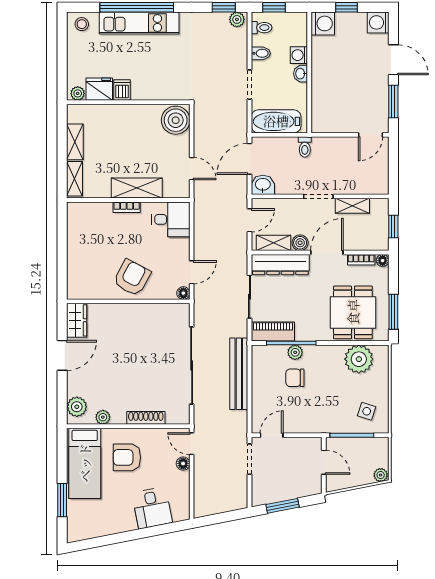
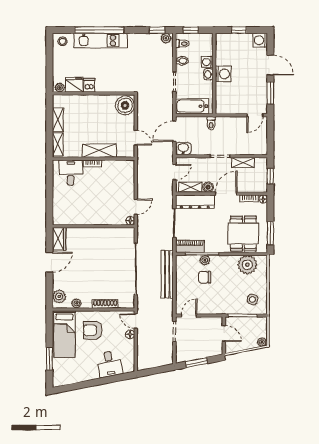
washing machine: (323, 23) -> (223, 74), moved
desk: (171, 219) -> (71, 172), moved, turned -90
armchair: (132, 278) -> (96, 210), removed

